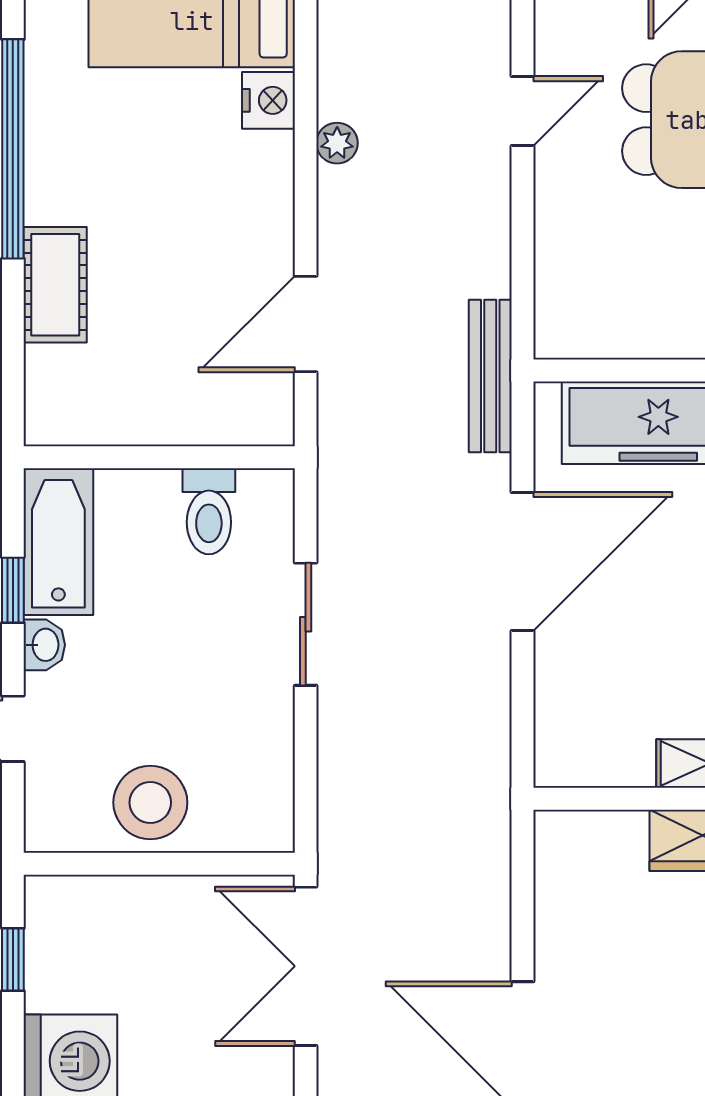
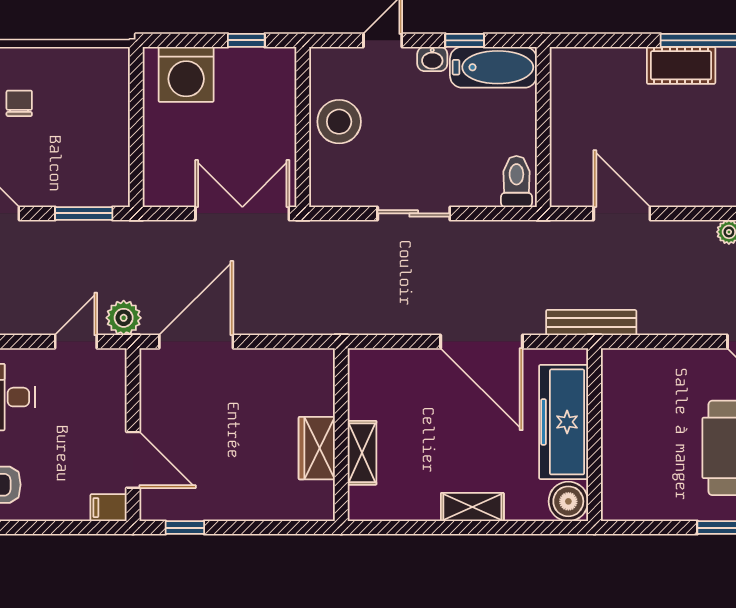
cot: (55, 285) -> (681, 65), moved
toilet: (209, 511) -> (516, 181), moved, turned 90
sliding door: (306, 624) -> (414, 213), moved

